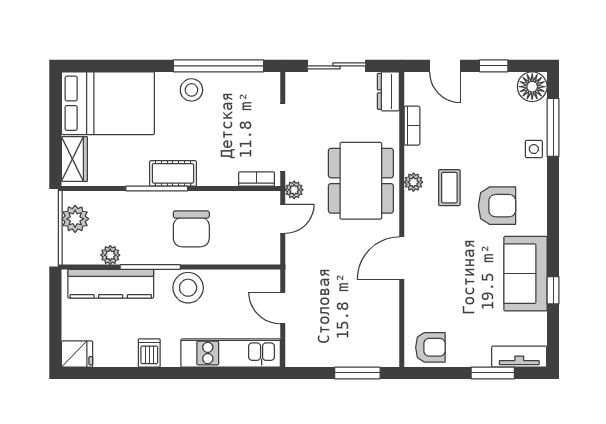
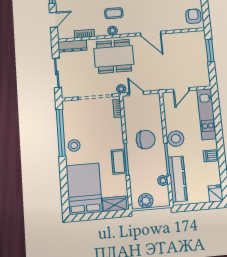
dresser: (388, 91) -> (72, 46), width x1.44
cot: (173, 173) -> (119, 162), moved

